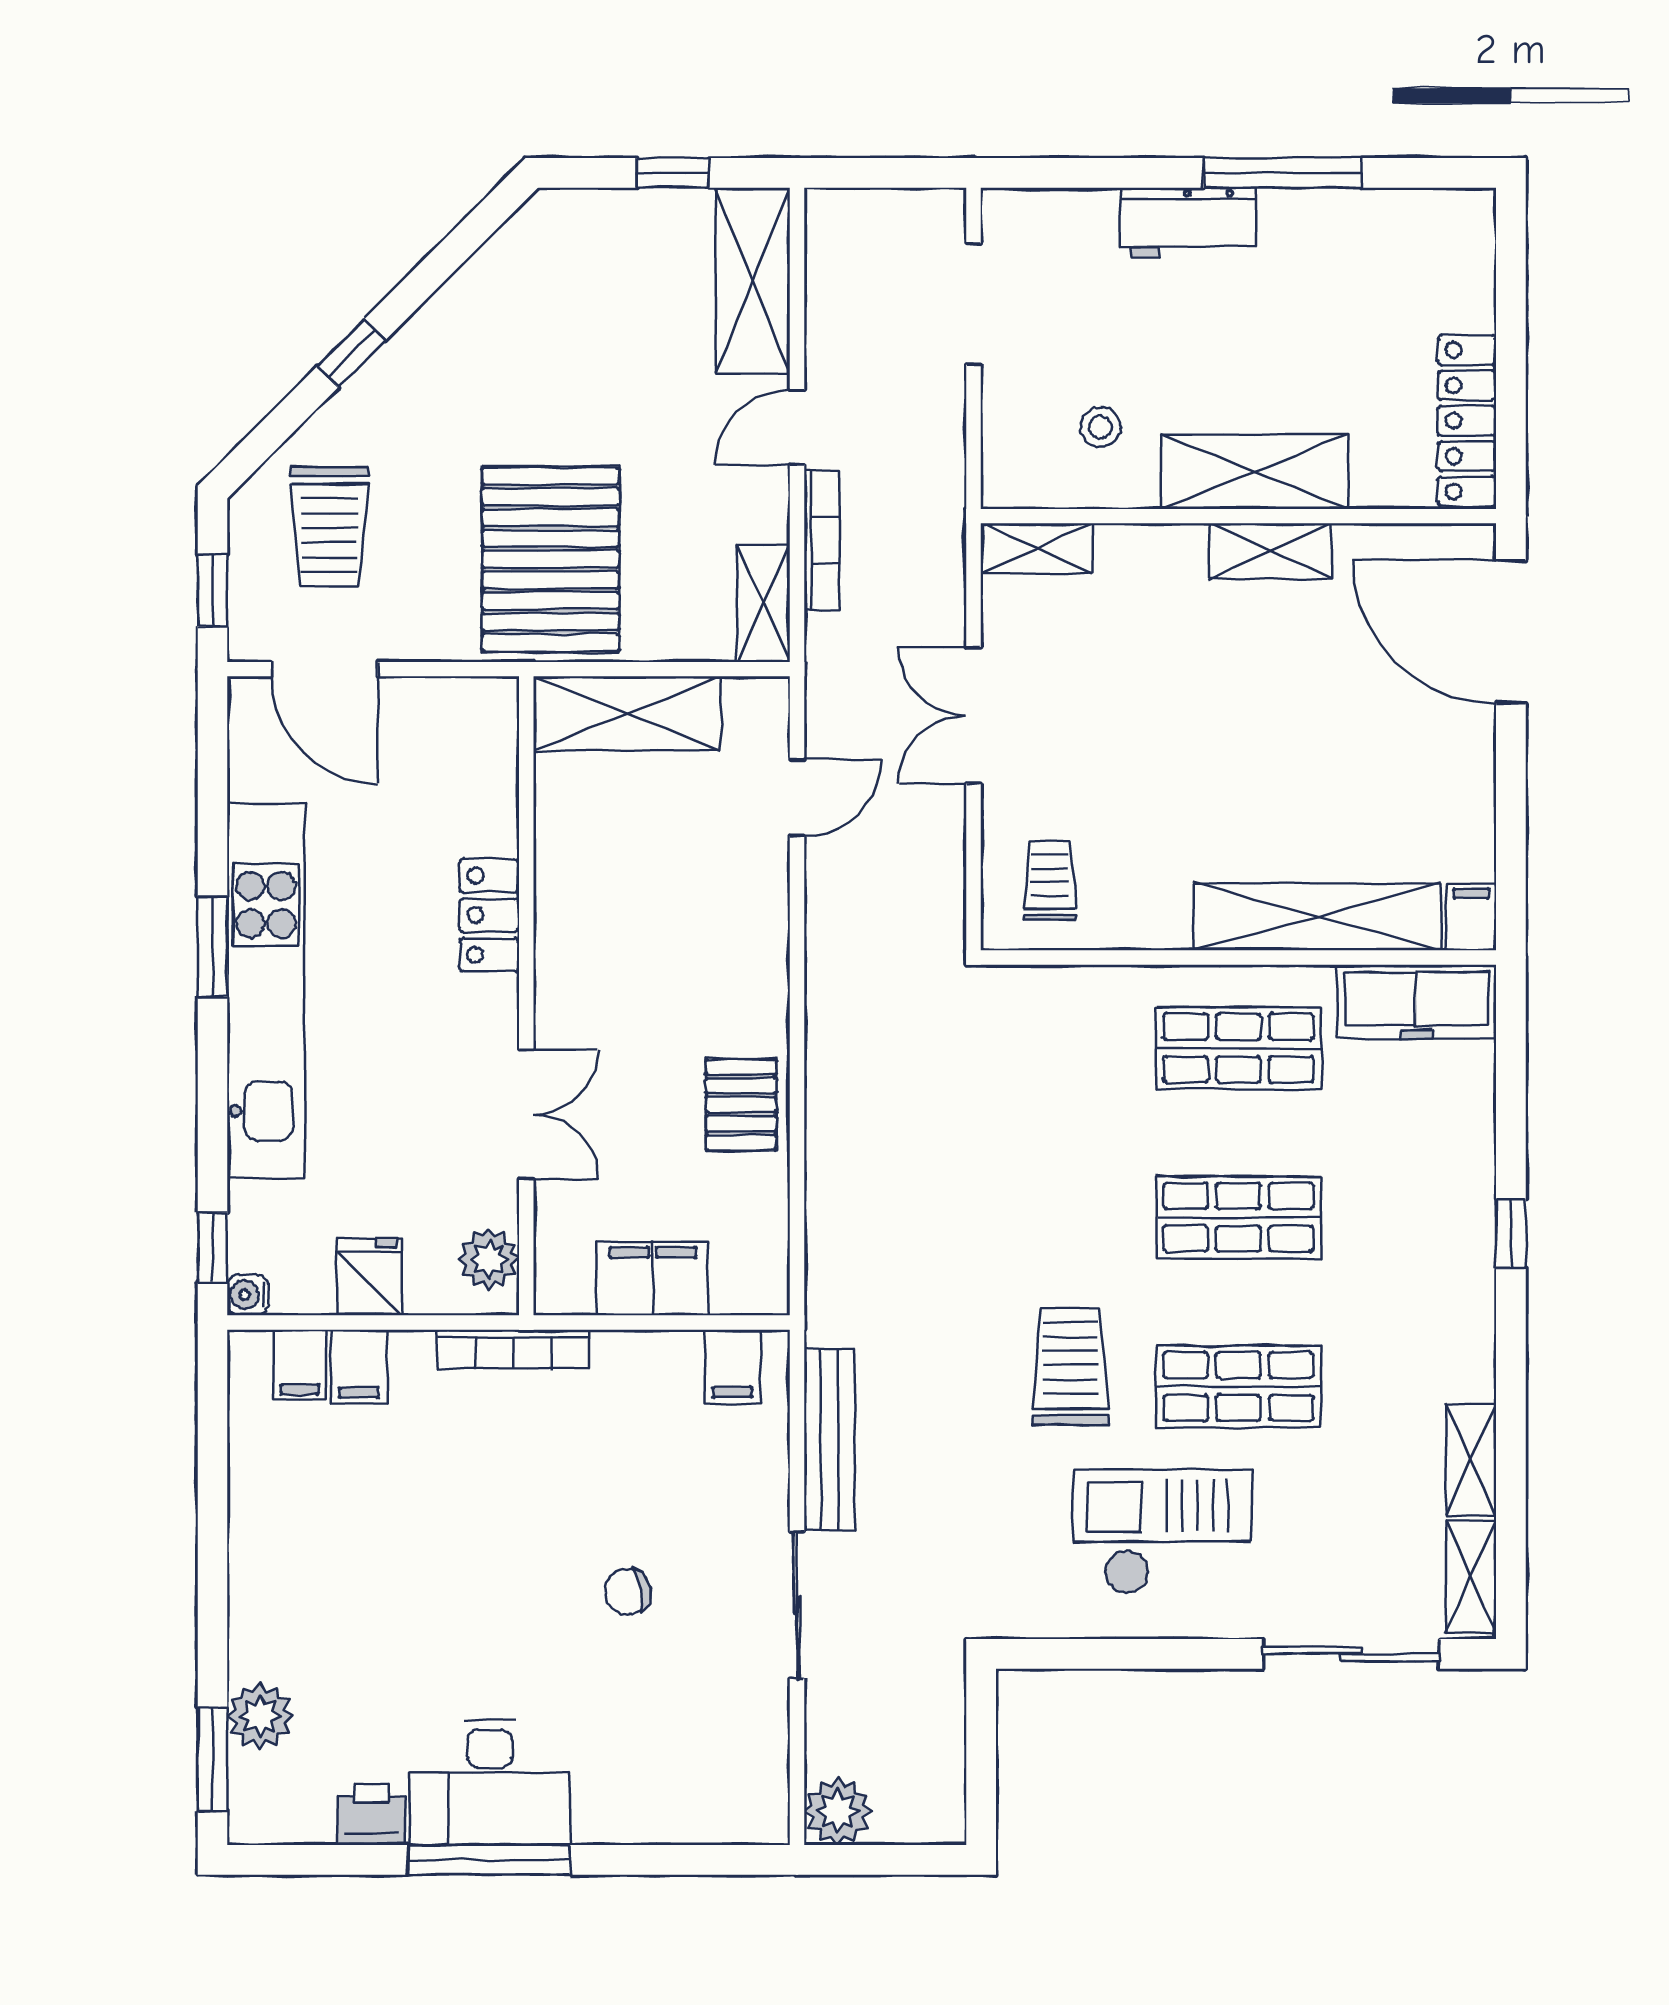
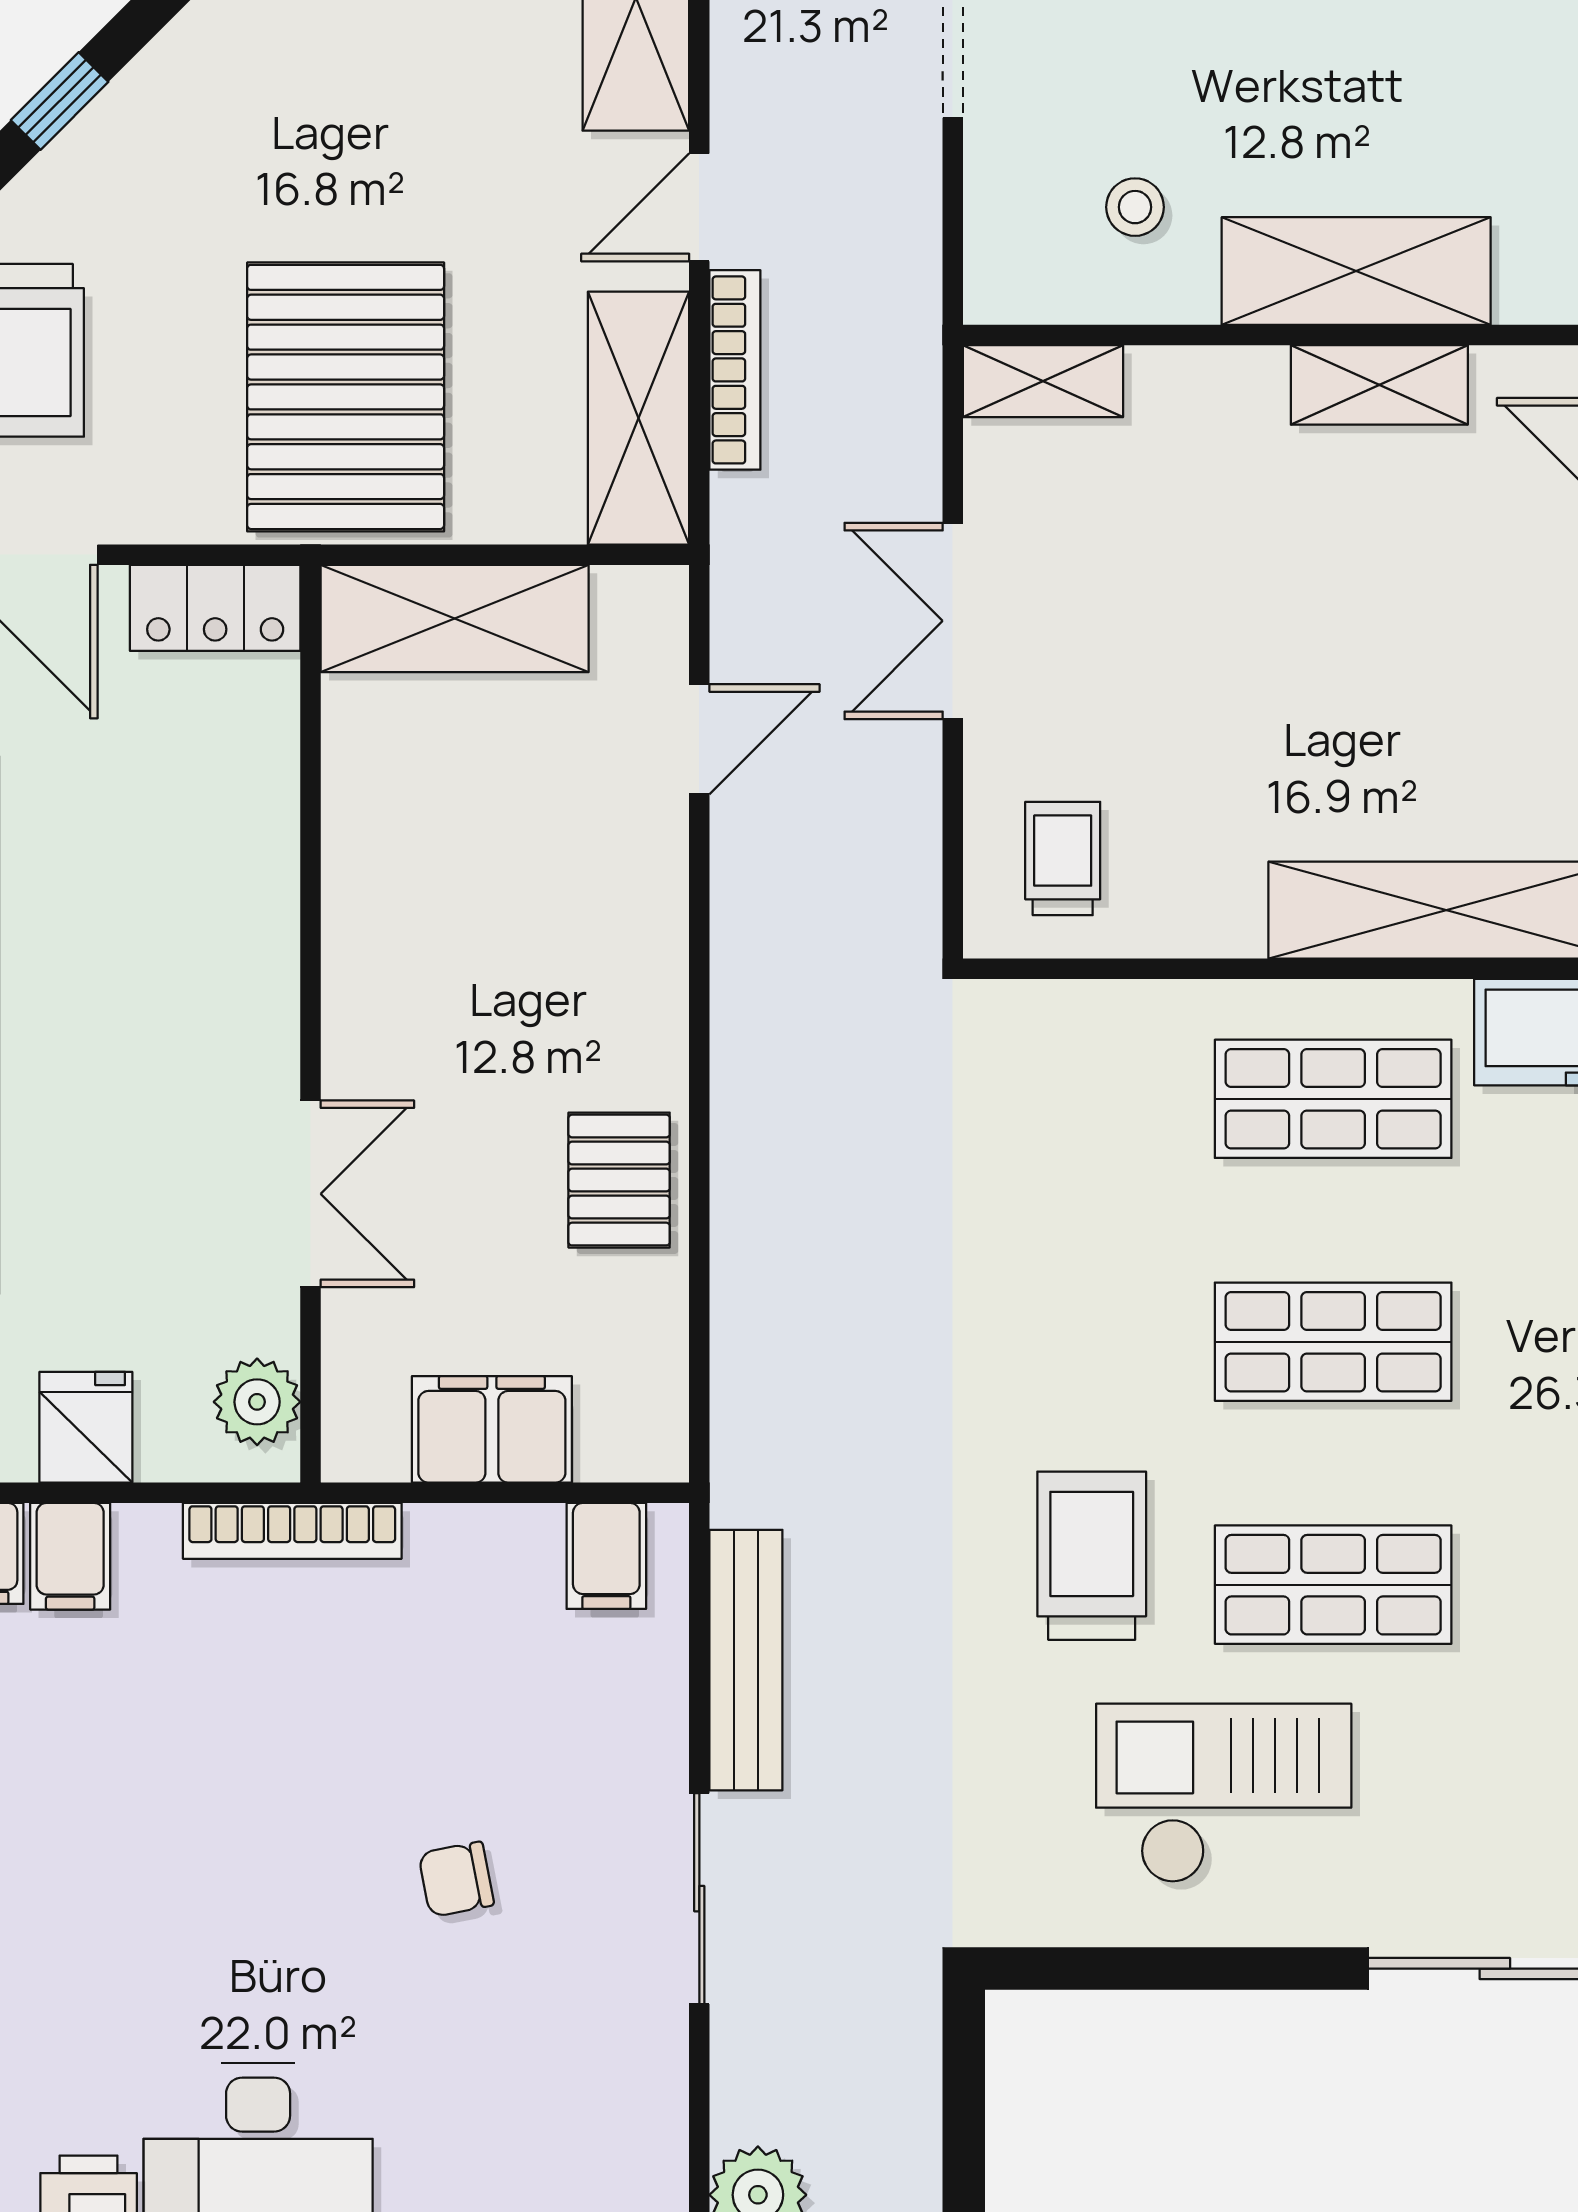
shelving: (763, 603) -> (639, 418), width x1.50, depth x1.33
locker: (489, 915) -> (215, 608), moved, turned -90

